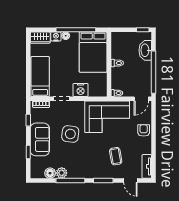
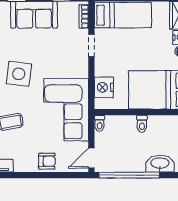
nightstand: (81, 90) -> (104, 87), moved
door: (141, 99) -> (91, 158), hinge flipped
side table: (70, 134) -> (19, 74), moved

